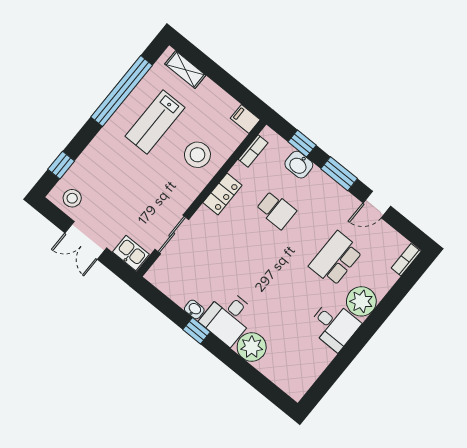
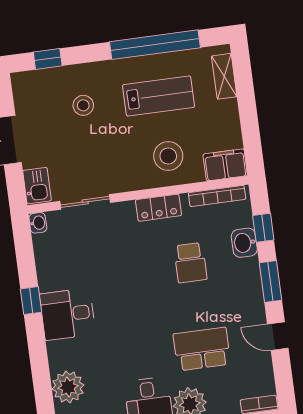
filing cabinet: (245, 119) -> (225, 165), width x2.00
lab bench: (155, 122) -> (159, 96), turned 180
bookcase: (253, 151) -> (217, 196), width x1.56
stool: (72, 198) -> (83, 105), moved
washbasin: (194, 309) -> (38, 223), moved
plant: (252, 347) -> (68, 387), moved

